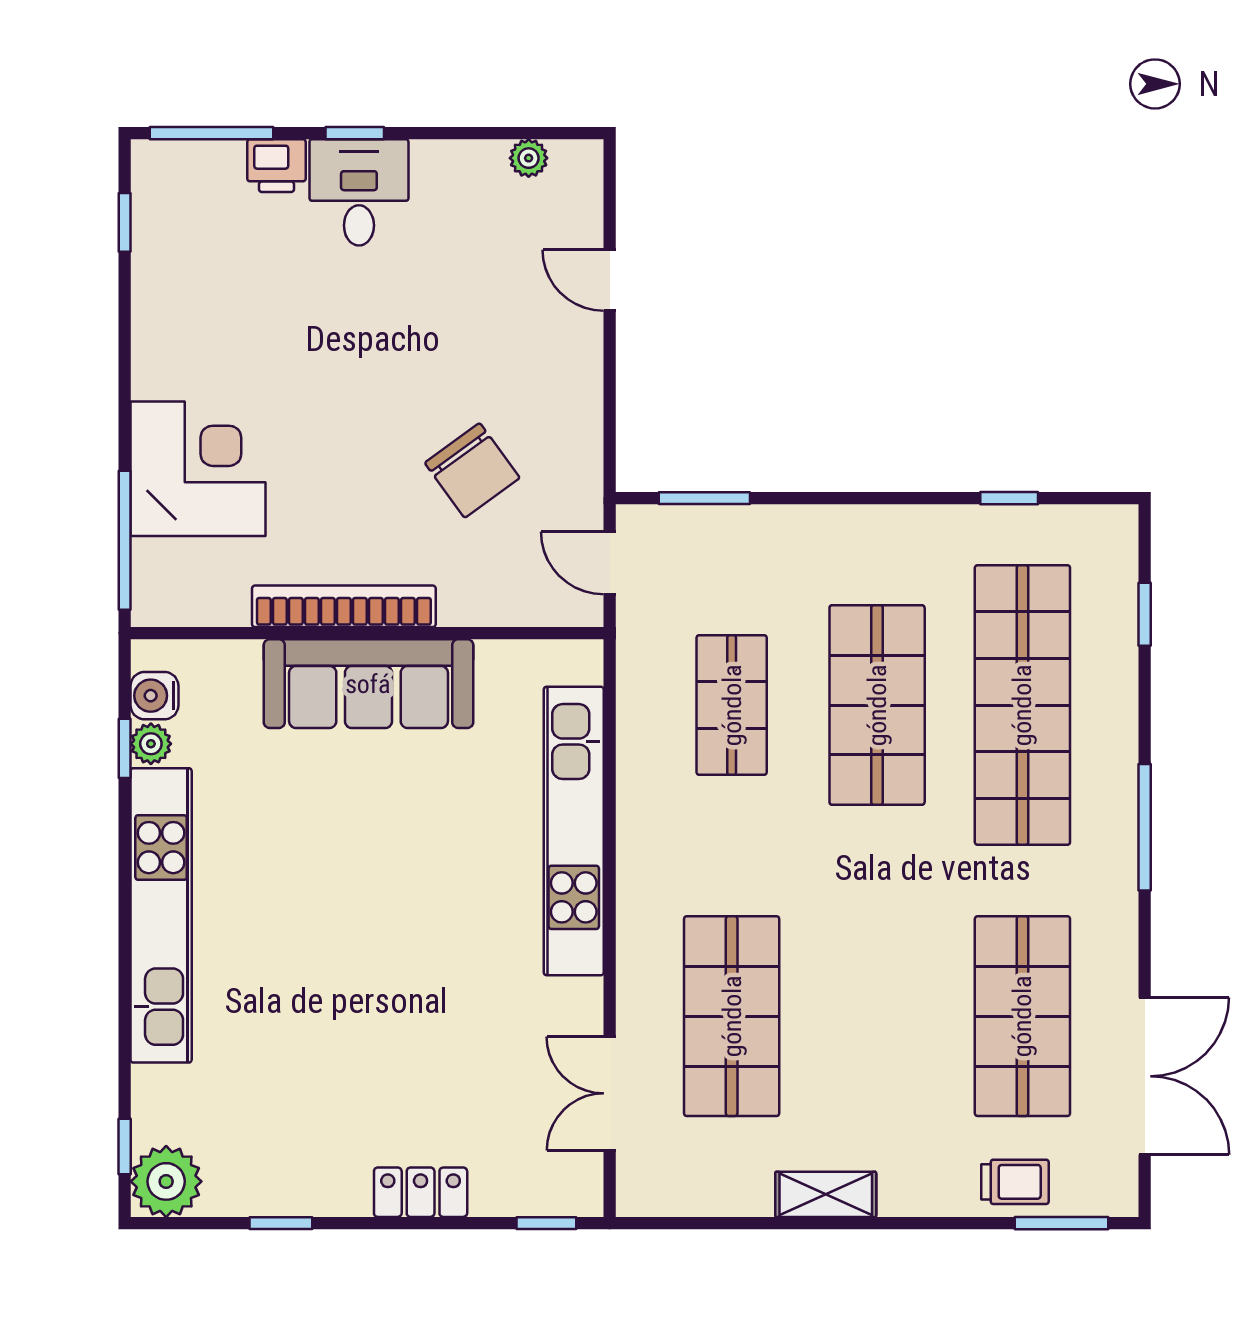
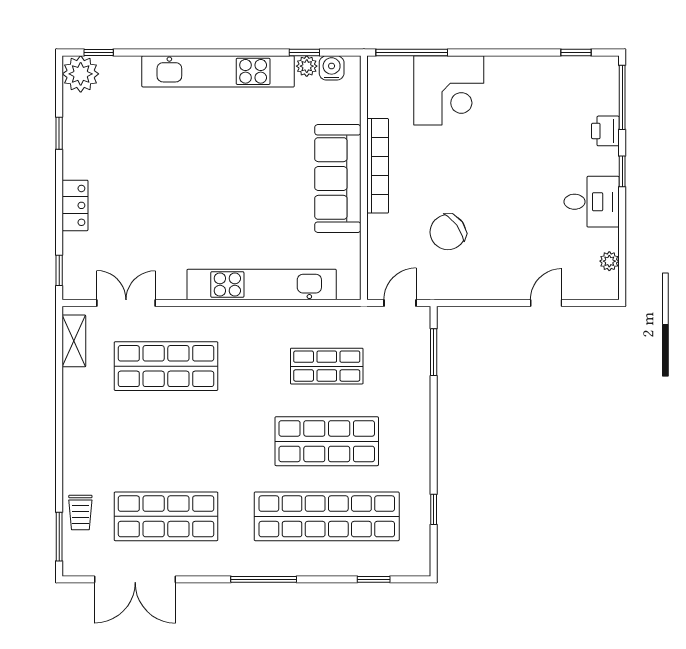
desk: (359, 192) -> (592, 202), moved
shelving: (826, 1194) -> (74, 341), moved

